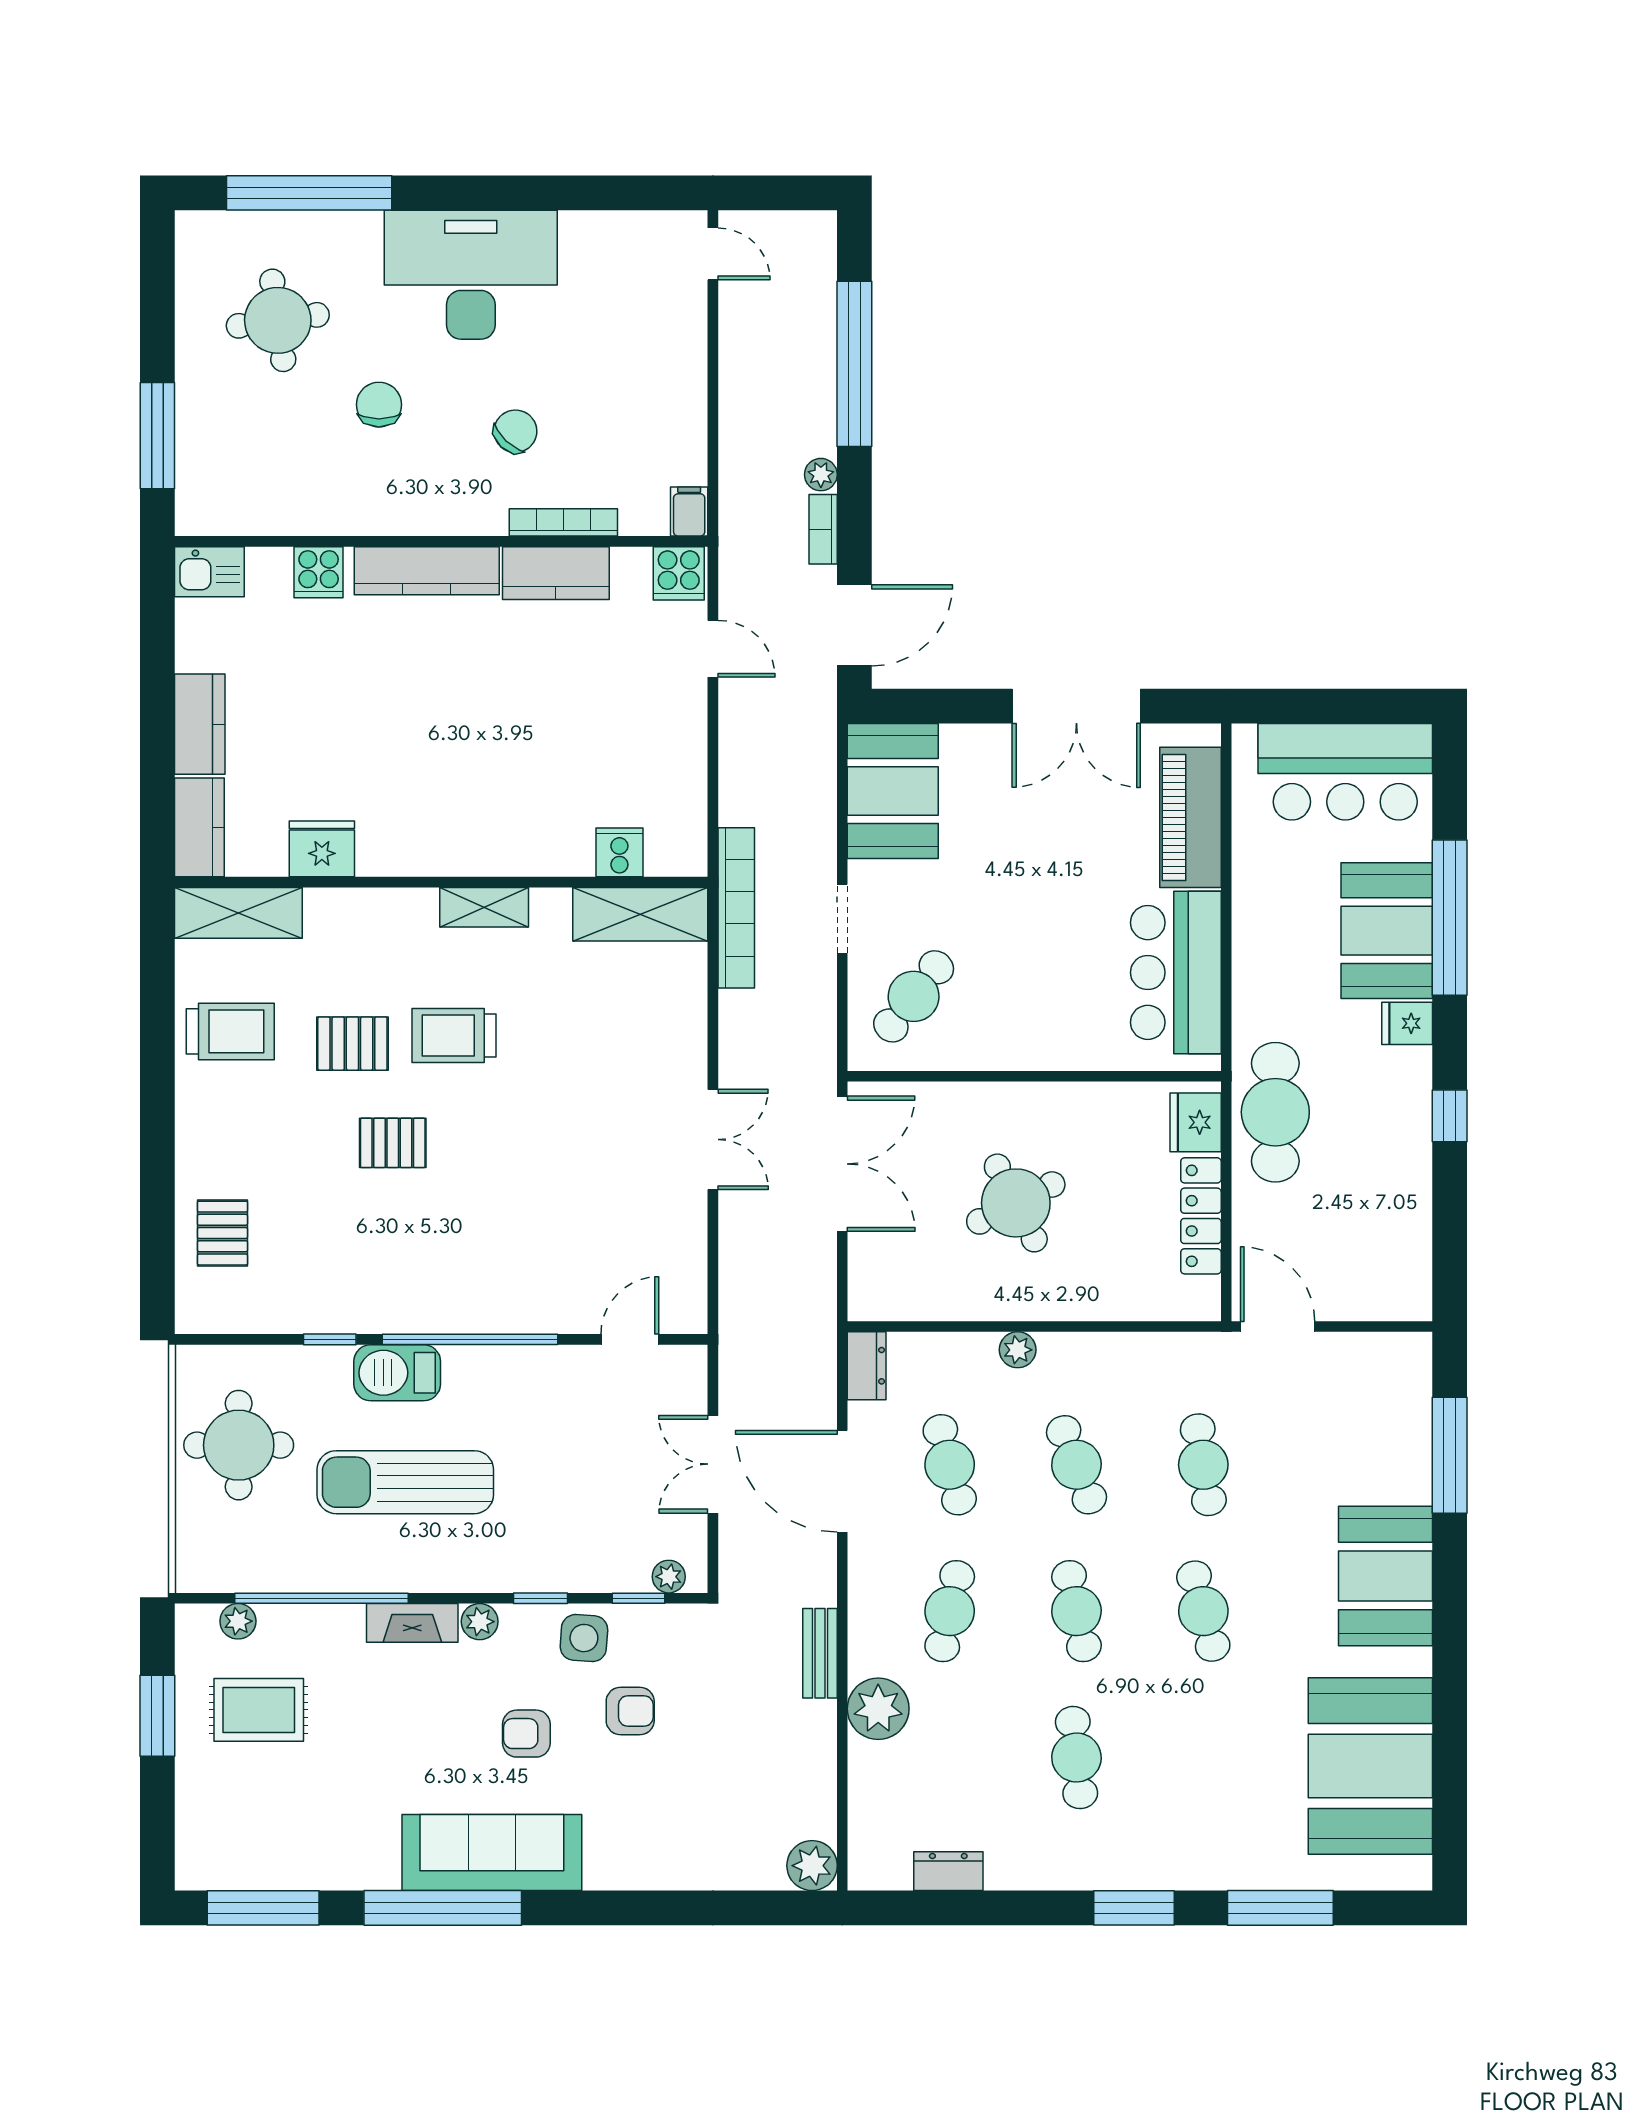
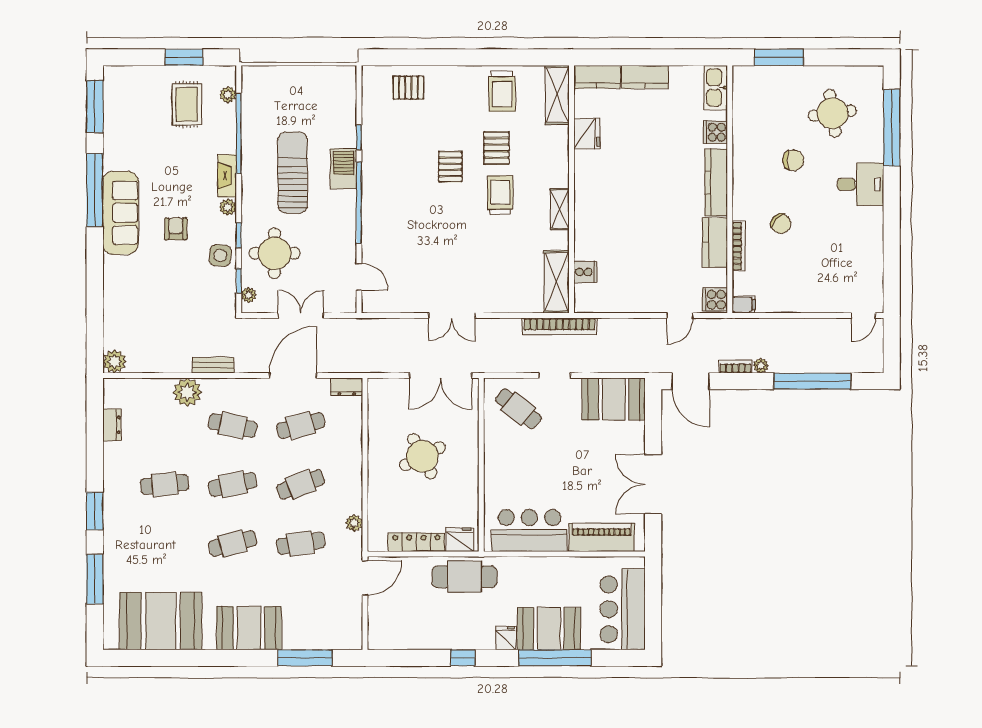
desk: (471, 275) -> (861, 184), width x0.53, depth x0.77
kitchen sink: (209, 572) -> (716, 88), width x1.38
plant: (1018, 1350) -> (354, 523), moved
round table: (239, 1445) -> (275, 253), moved
armchair: (630, 1711) -> (186, 277), removed

